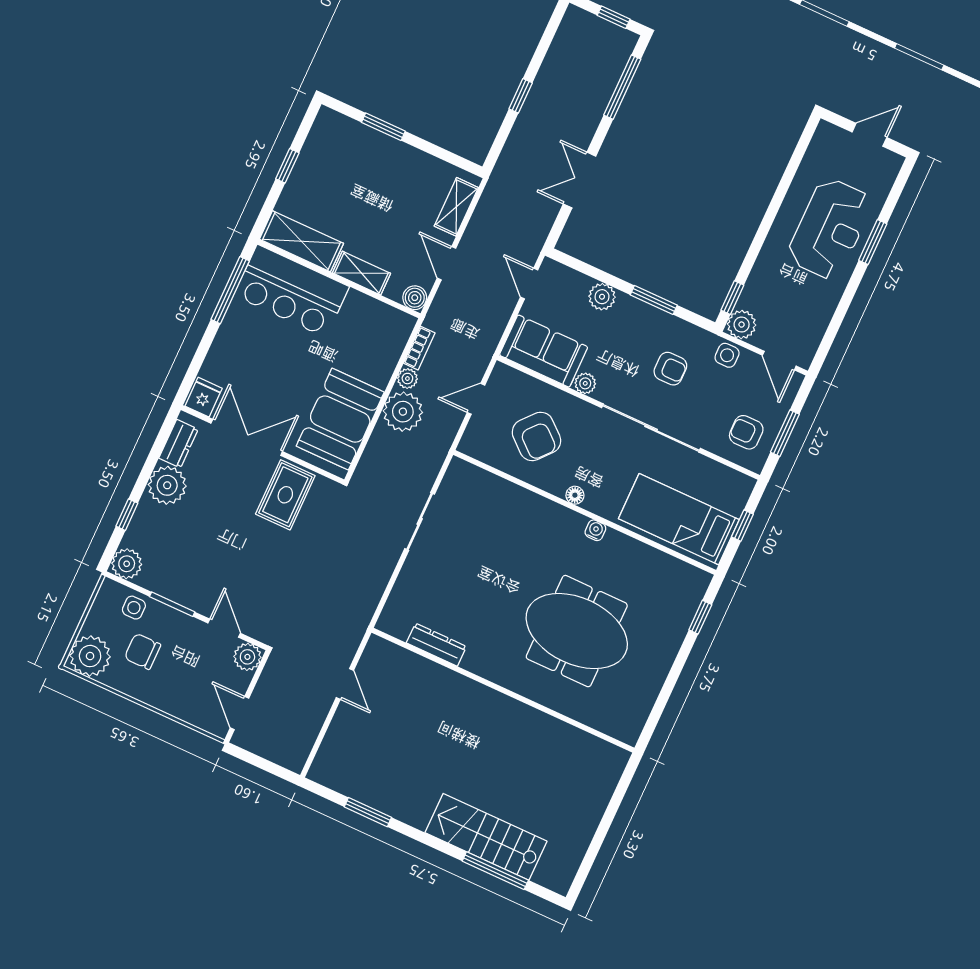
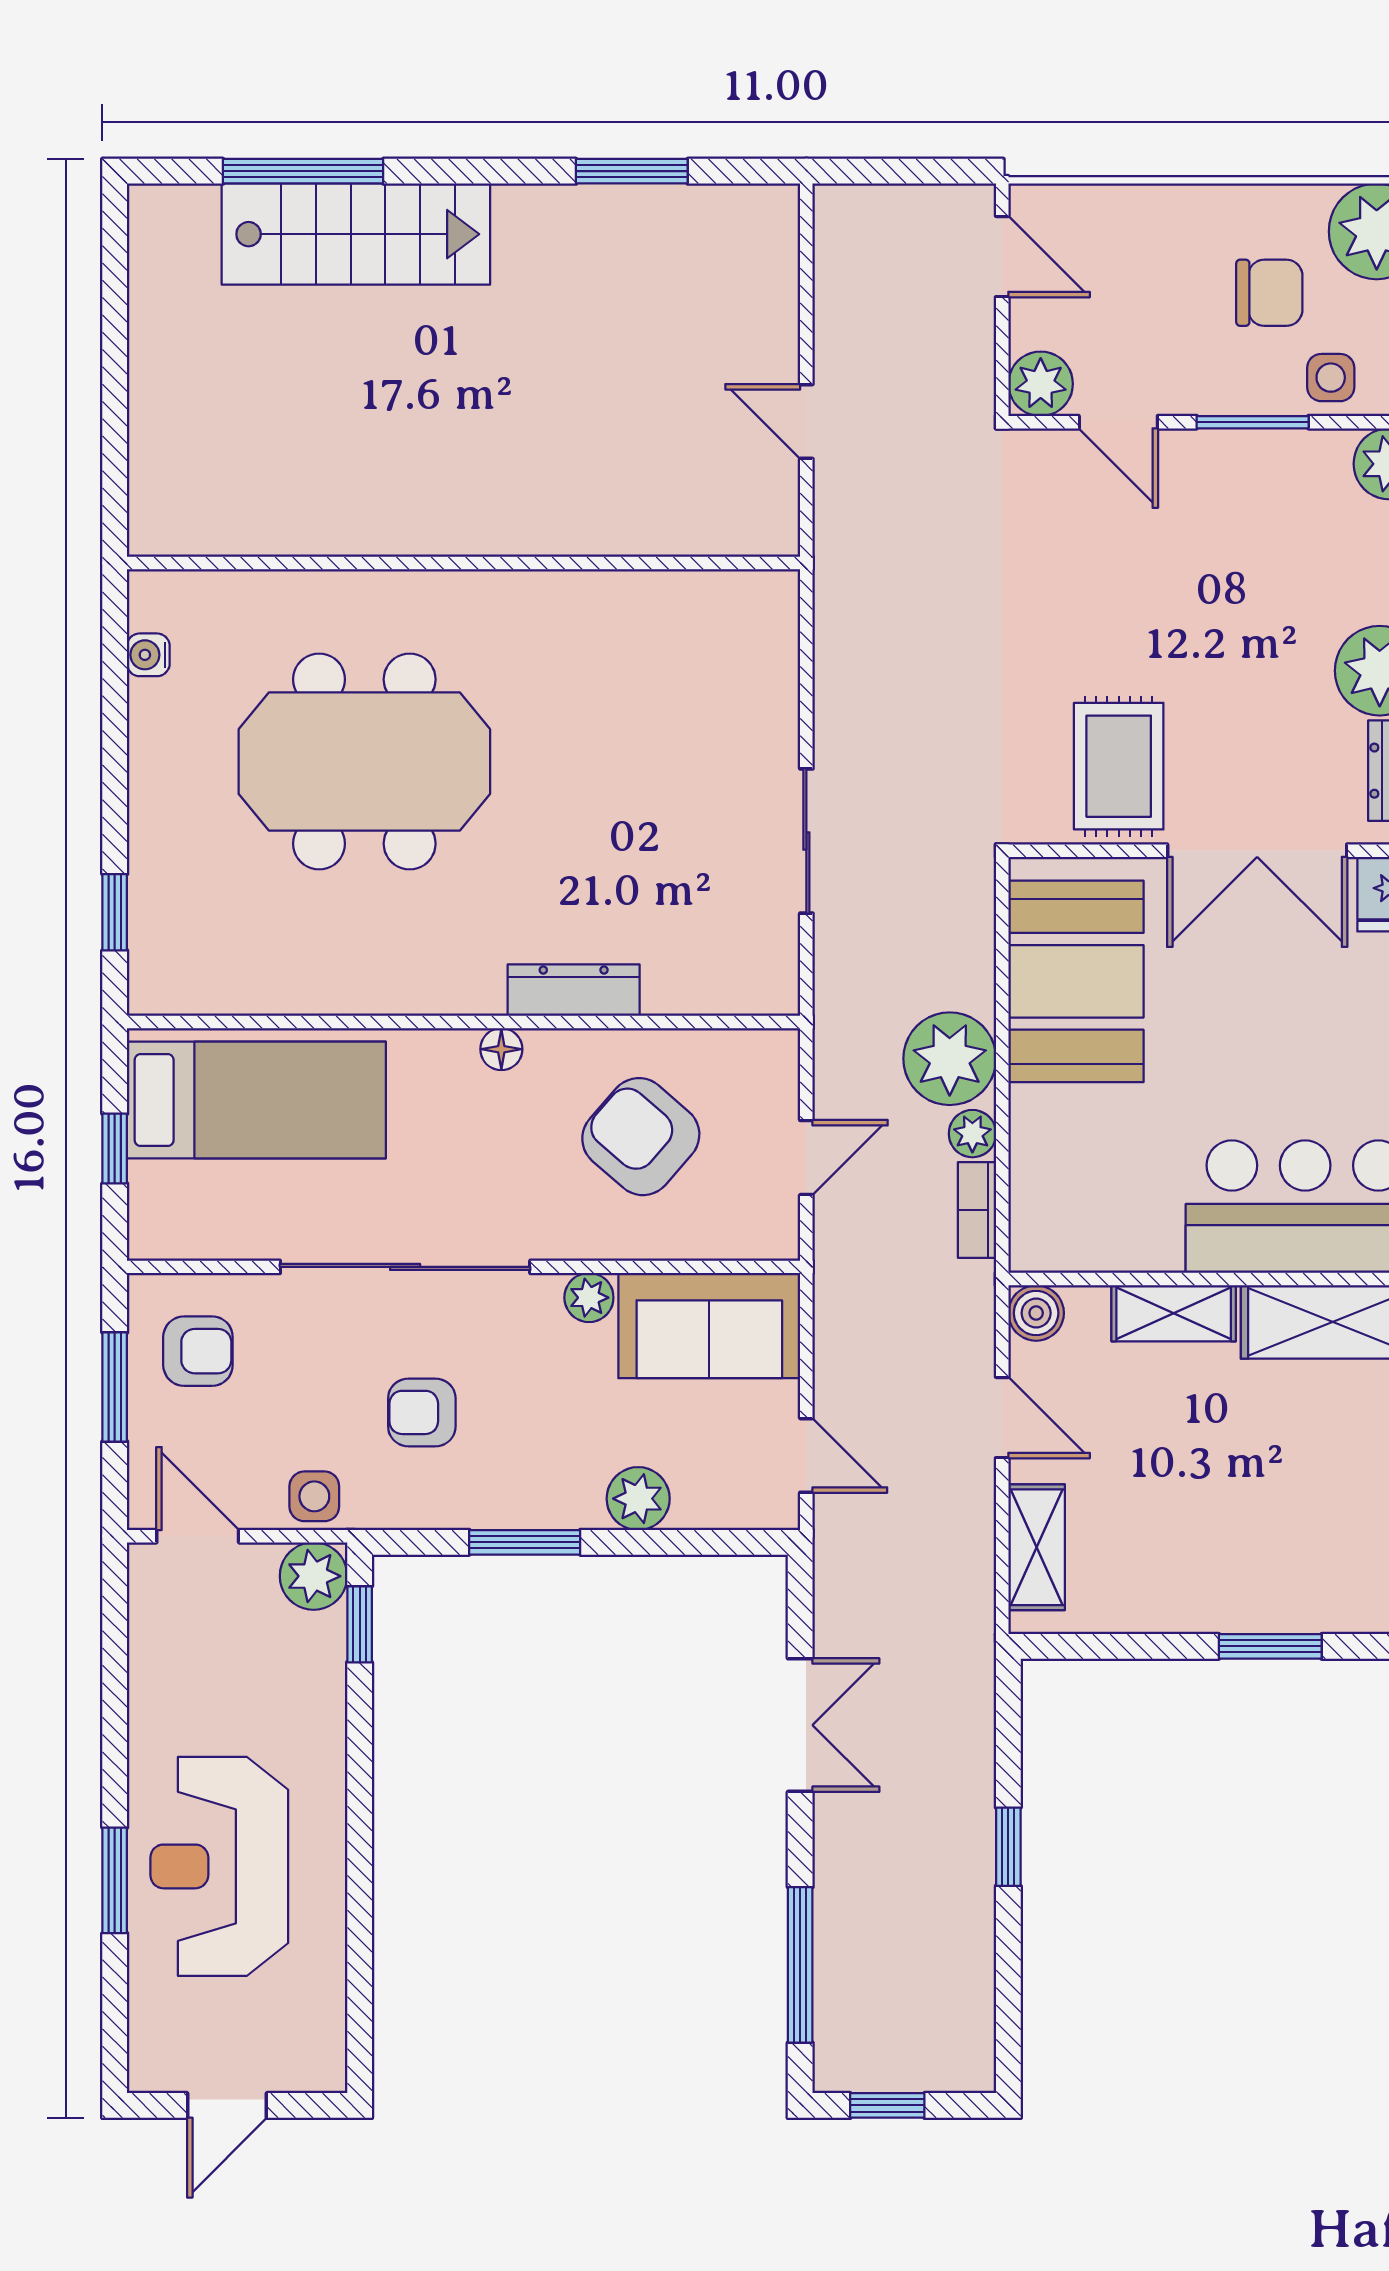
water cooler: (595, 530) -> (148, 655), moved, turned 90
dresser: (436, 645) -> (574, 990), moved, turned 180

